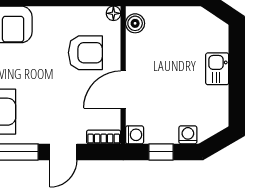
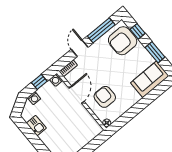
boiler: (135, 23) -> (94, 126), removed
armchair: (85, 53) -> (105, 97), turned 90
kitchen sink: (217, 69) -> (36, 126), moved

